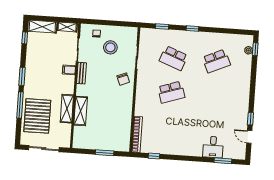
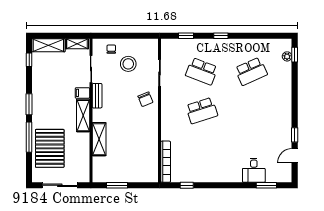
shelving: (67, 109) -> (83, 116), moved
door: (249, 137) -> (295, 156), hinge flipped
window: (105, 153) -> (117, 185), moved

